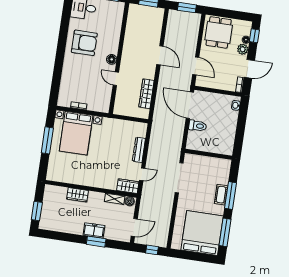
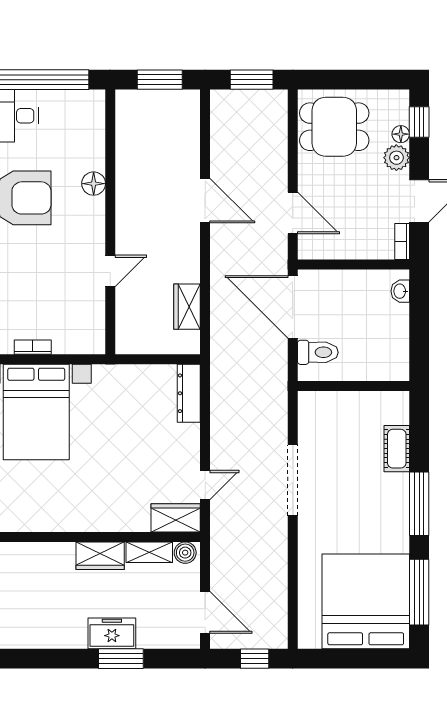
dining table: (219, 32) -> (334, 127), turned 90
floor lamp: (112, 59) -> (94, 184), moved
door: (116, 79) -> (110, 271), swing flipped
wardrobe: (146, 94) -> (187, 307), width x0.67
dresser: (139, 150) -> (189, 393), moved
wall: (209, 154) -> (353, 386), moved
wardrobe: (78, 195) -> (100, 556), moved
cot: (221, 195) -> (397, 449), moved
door: (134, 228) -> (205, 612), hinge flipped

